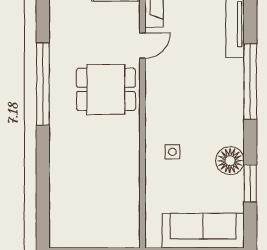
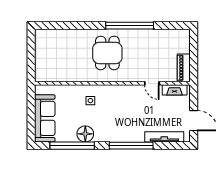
dining table: (106, 89) -> (107, 53), moved
window: (250, 183) -> (72, 146), width x2.11

